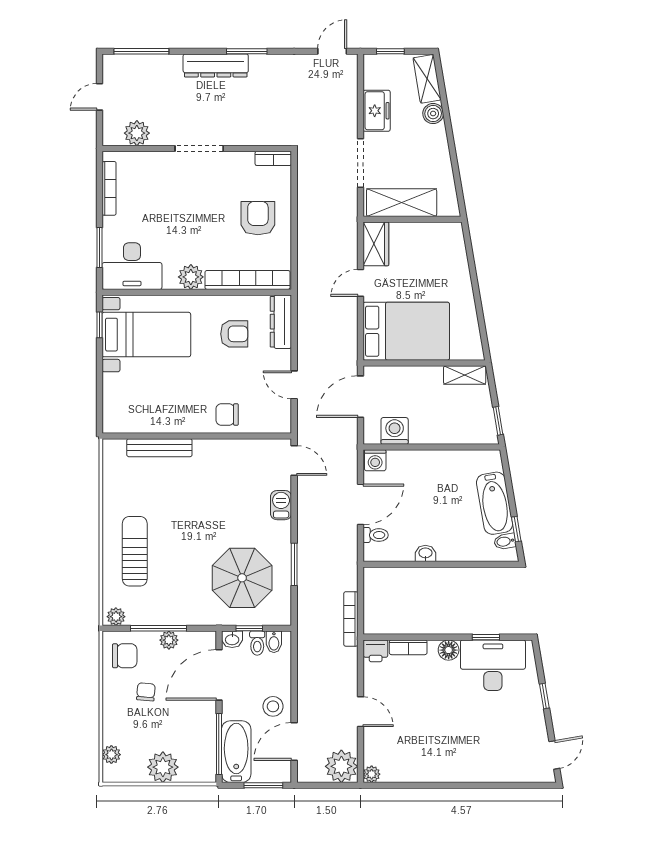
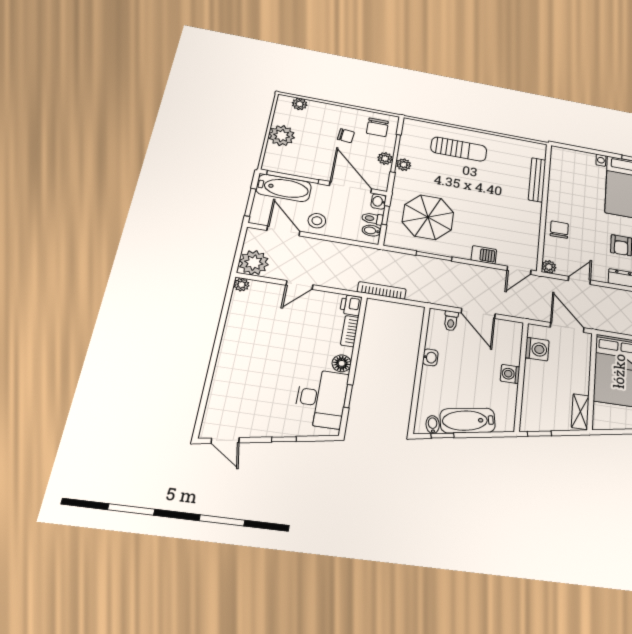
plant: (282, 424) -> (549, 267), added
washing machine: (375, 460) -> (510, 374), moved
plant: (116, 617) -> (404, 165), moved

